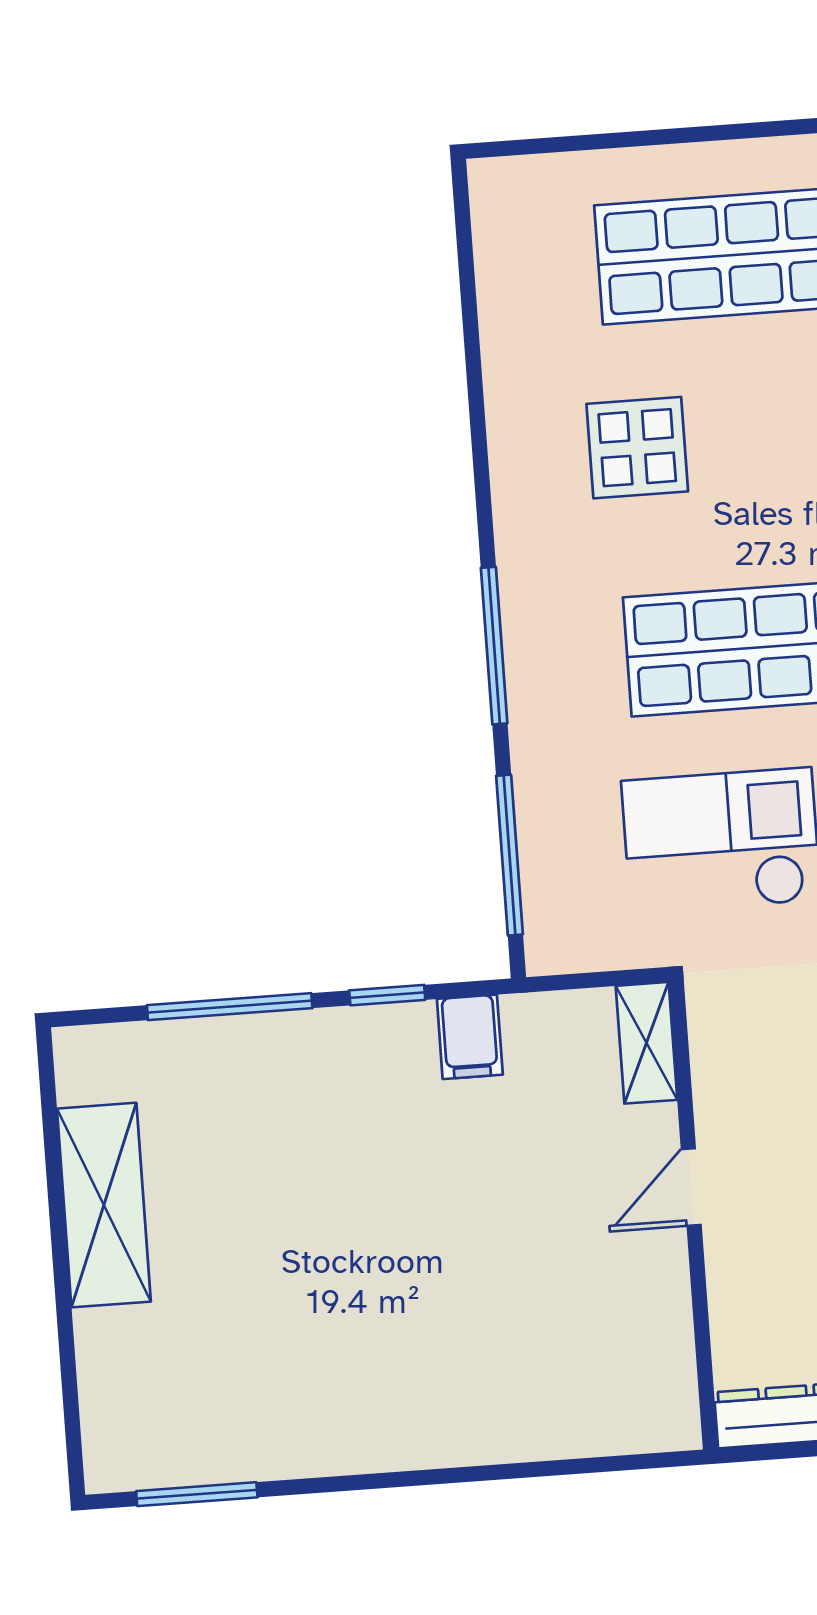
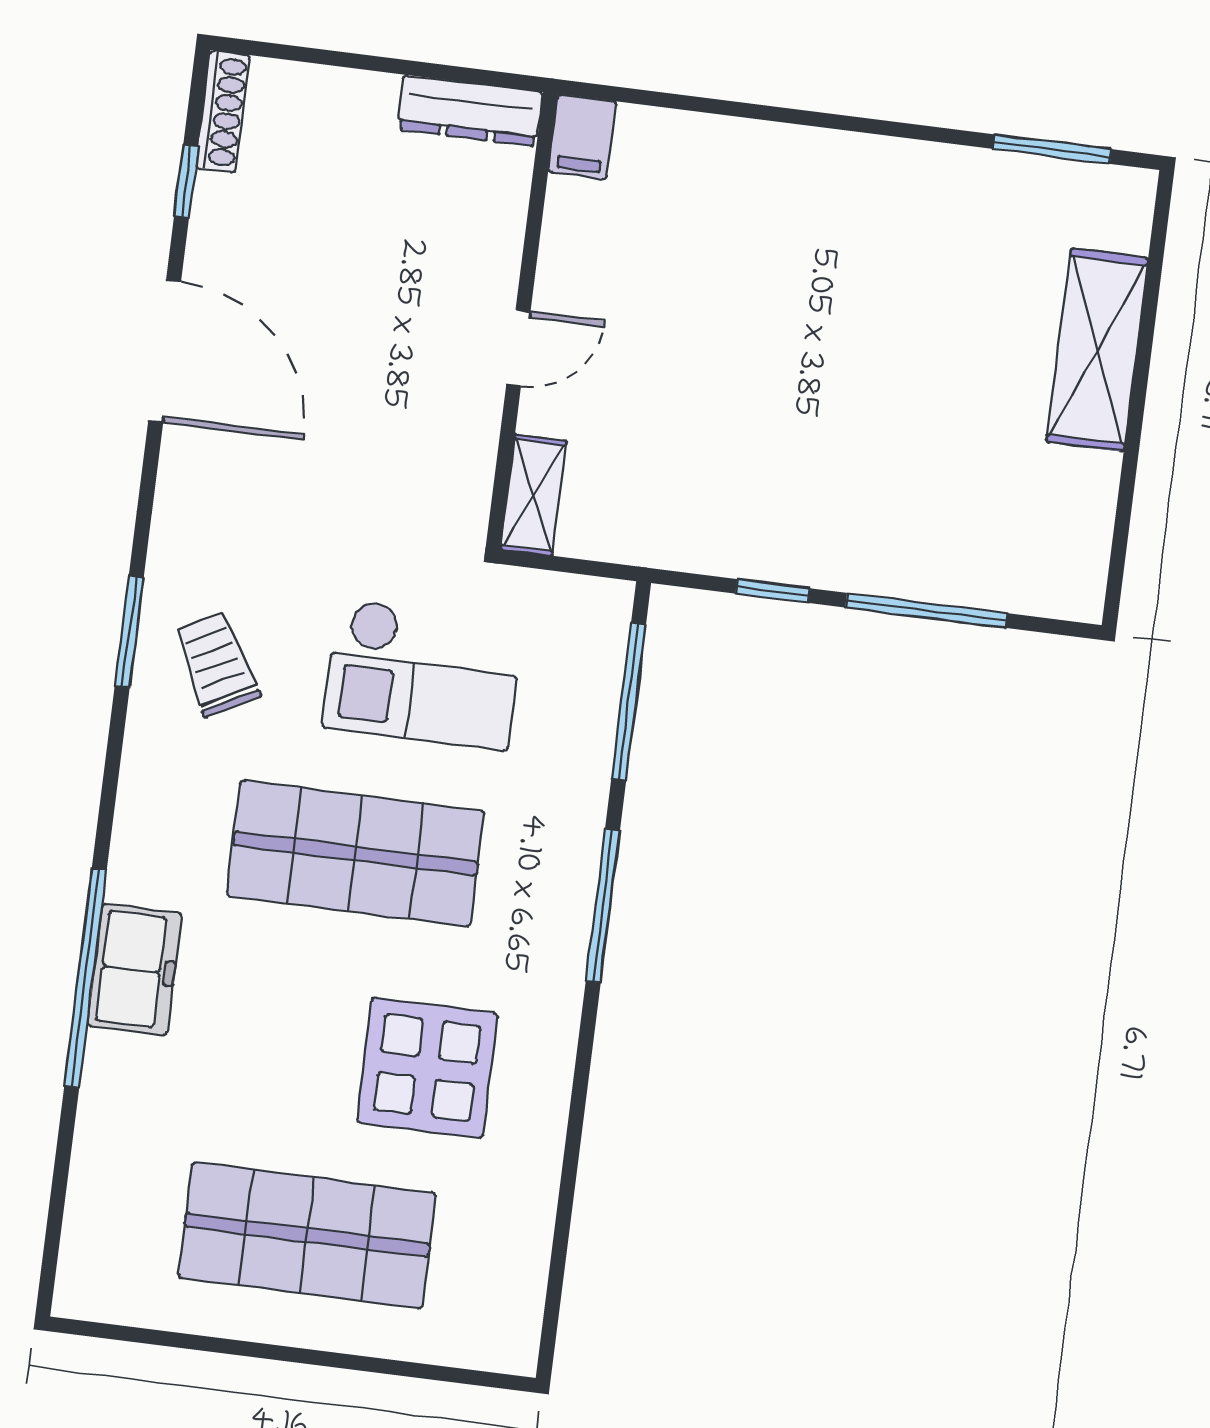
display table: (637, 448) -> (427, 1068), width x1.36, depth x1.36
filing cabinet: (470, 1037) -> (582, 137), moved, turned 180
shelving: (104, 1205) -> (1097, 350), moved

